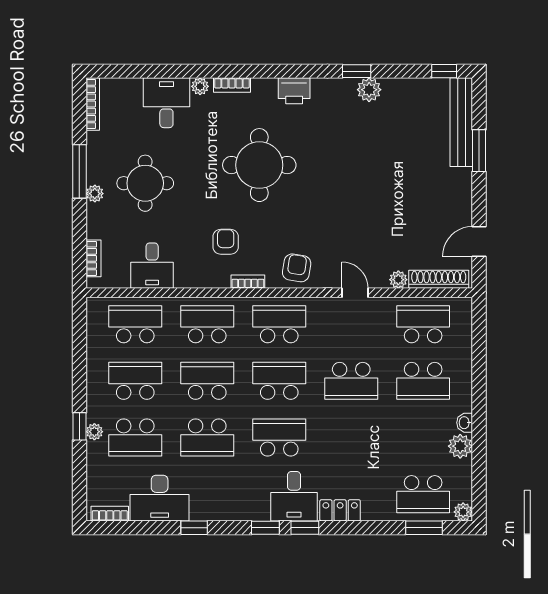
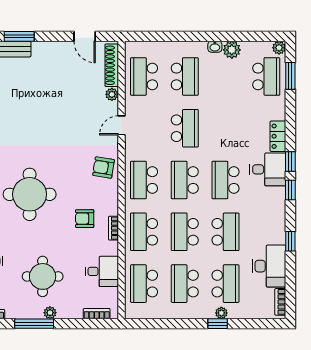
bookcase: (248, 282) -> (113, 228), moved

